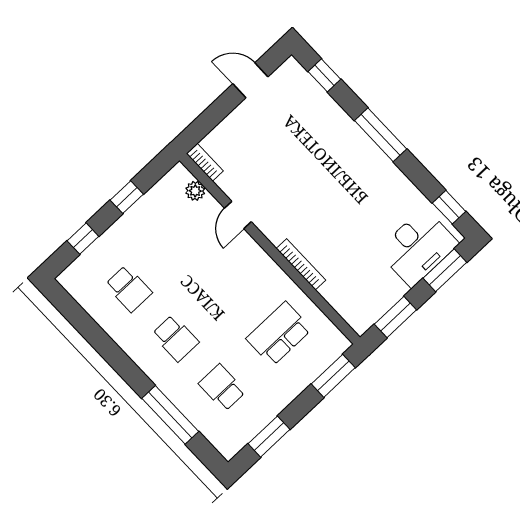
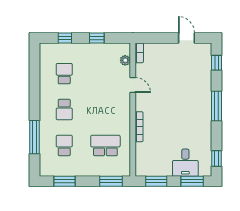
door: (238, 215) -> (133, 85), swing flipped
desk: (418, 247) -> (185, 163), width x0.73
school desk: (129, 289) -> (64, 74), turned 180

